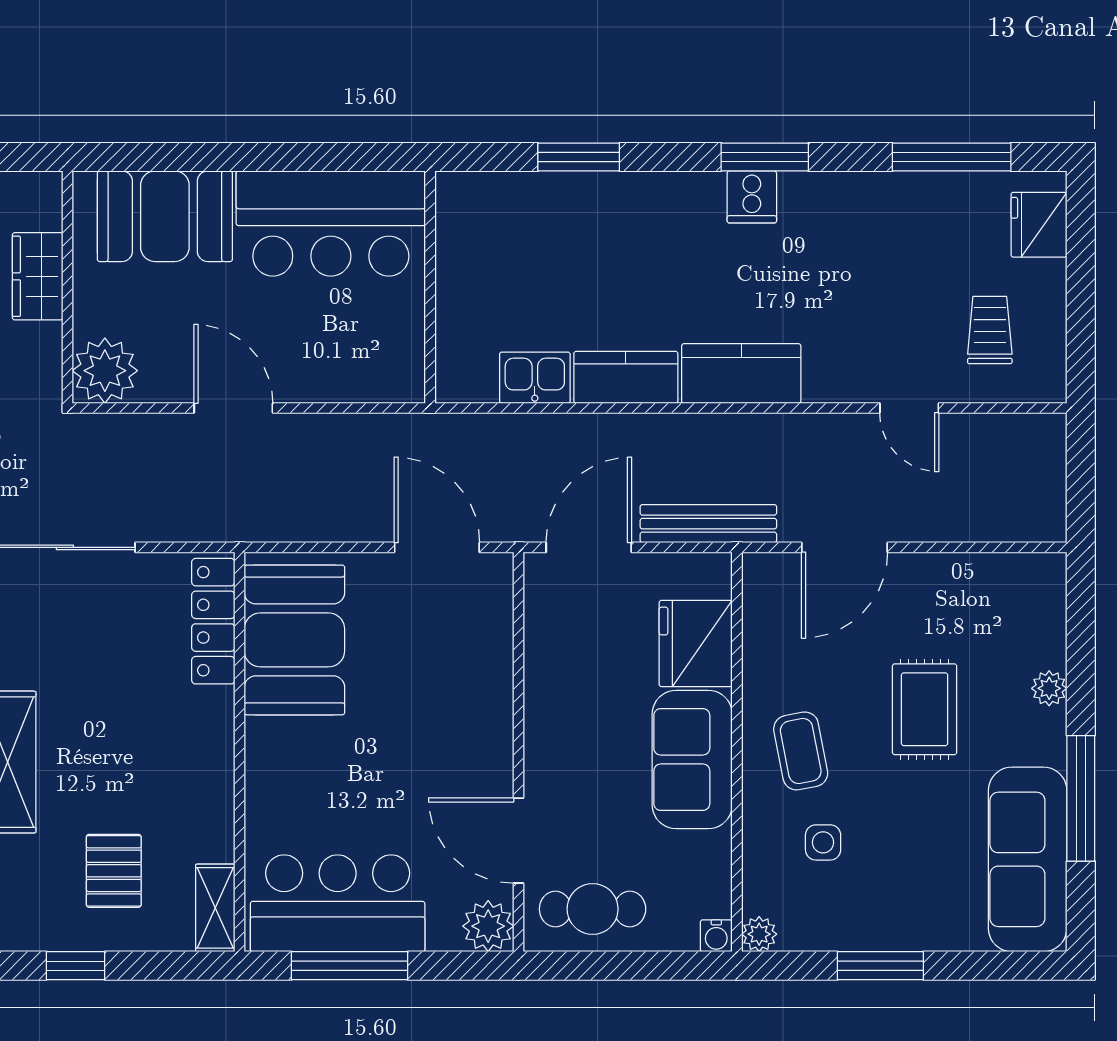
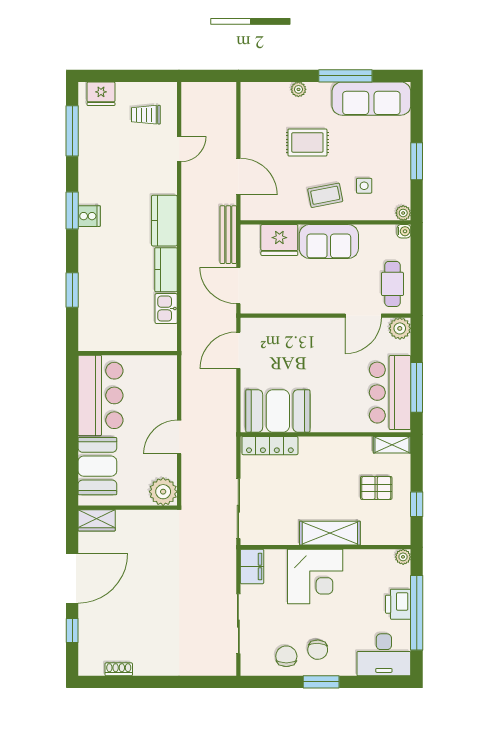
wardrobe: (38, 276) -> (97, 520), moved

